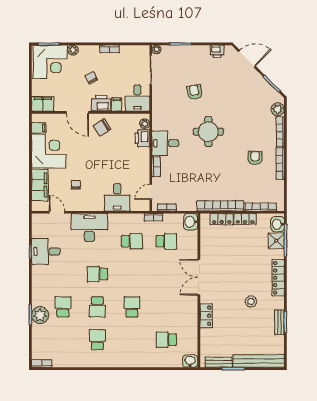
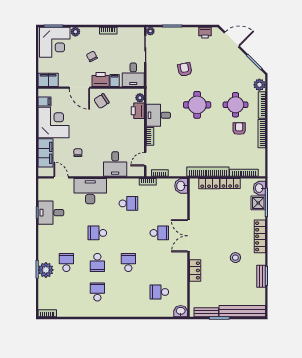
round table: (251, 131) -> (235, 105), added
school desk: (166, 241) -> (159, 233), moved

